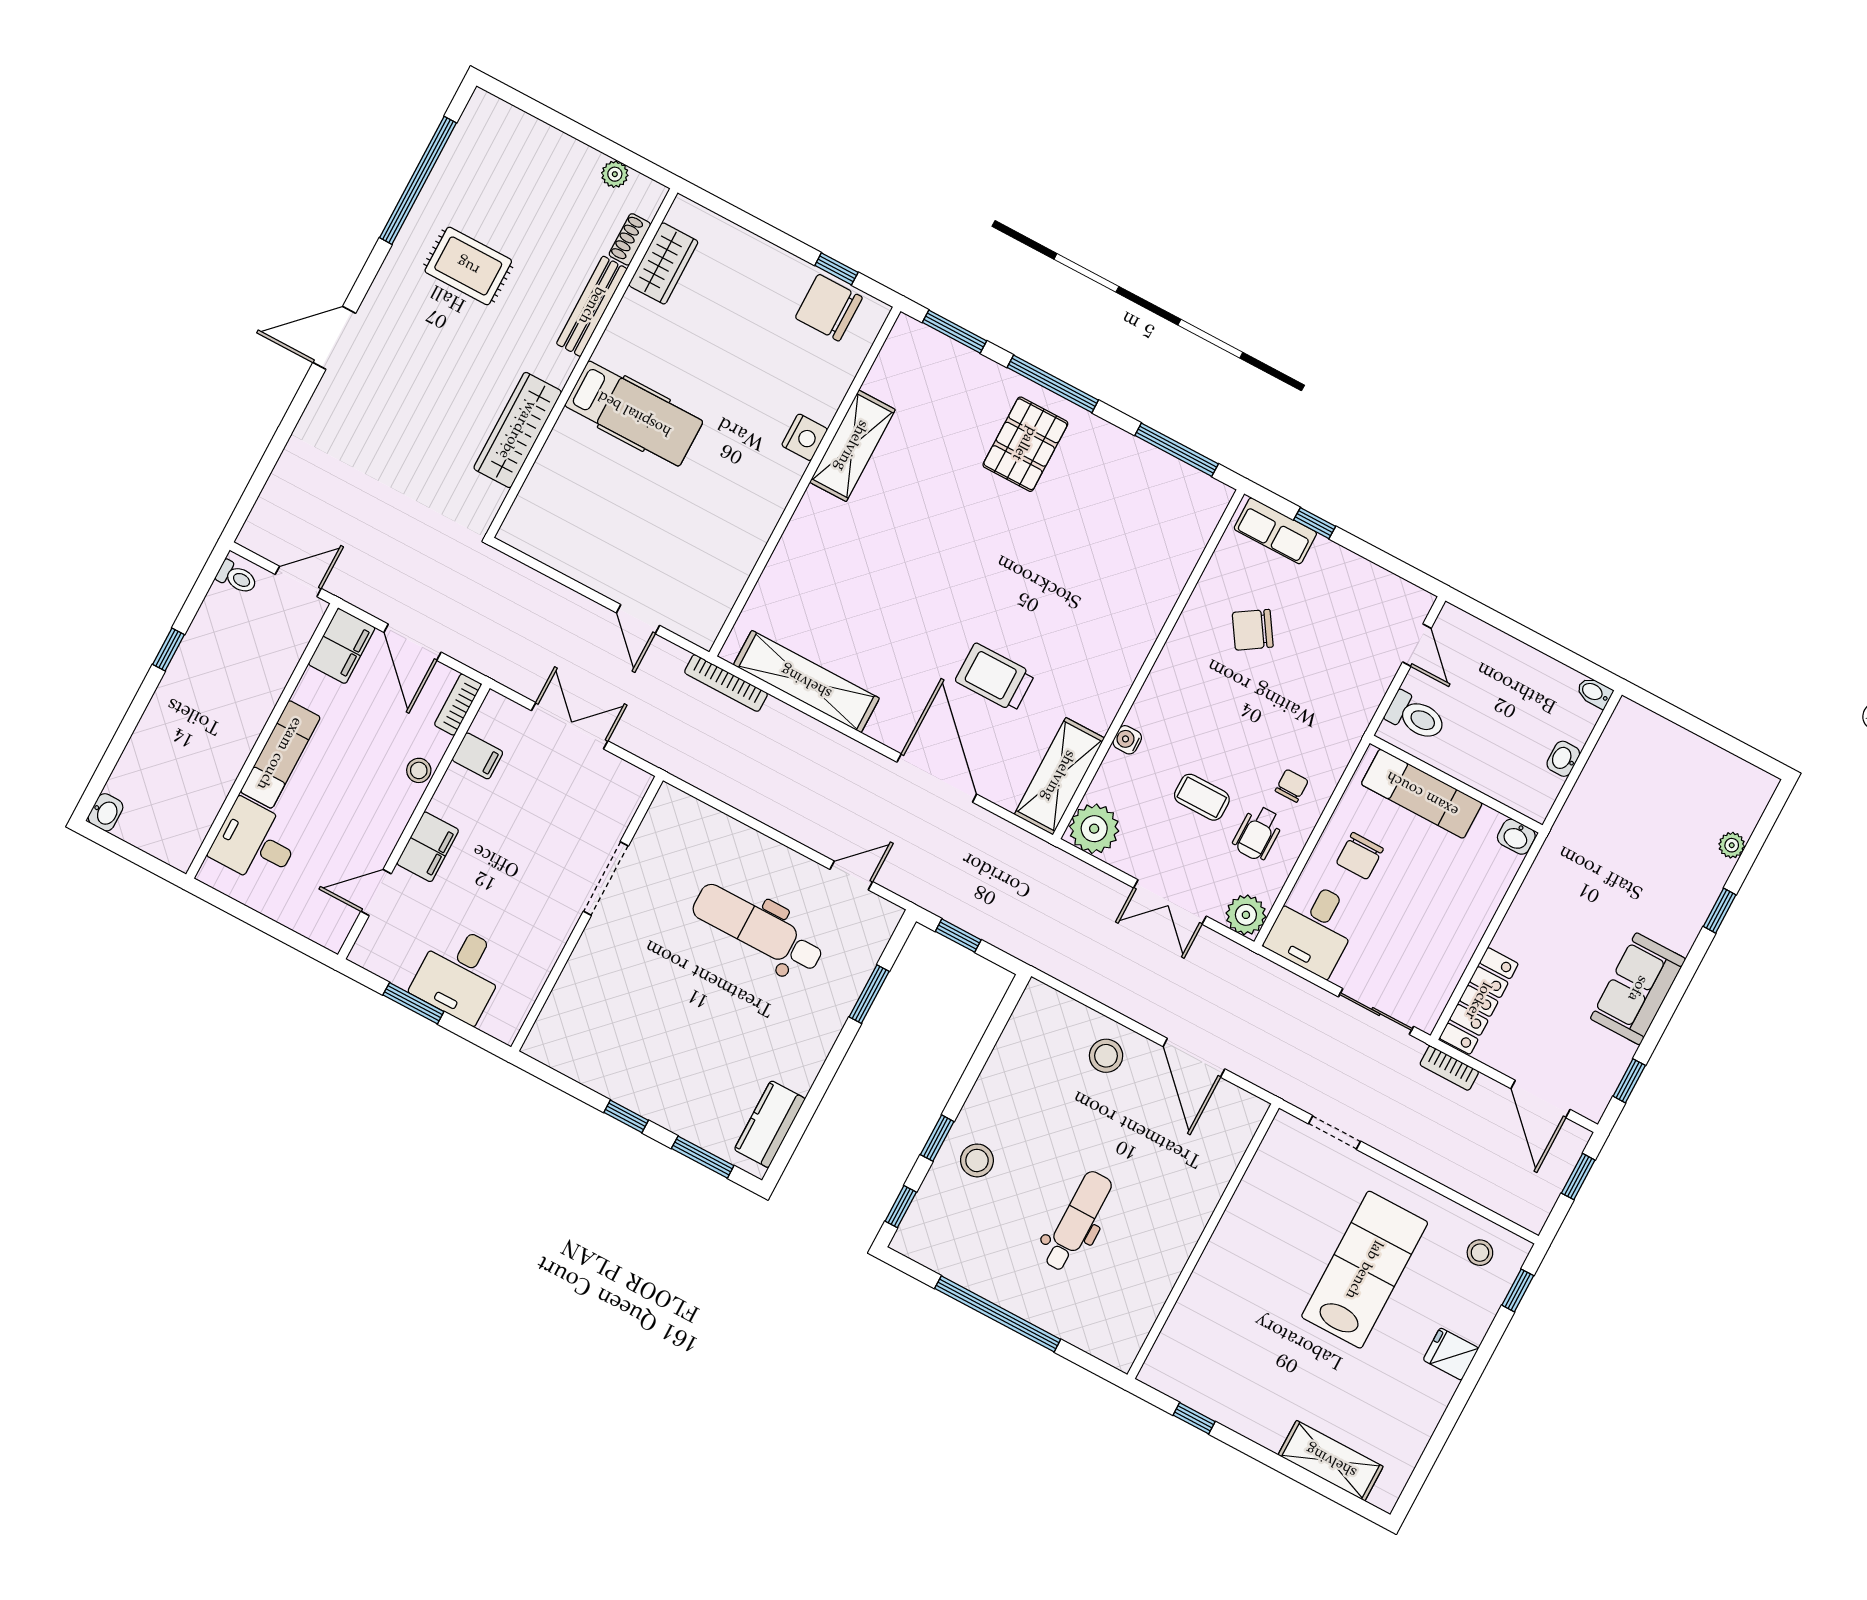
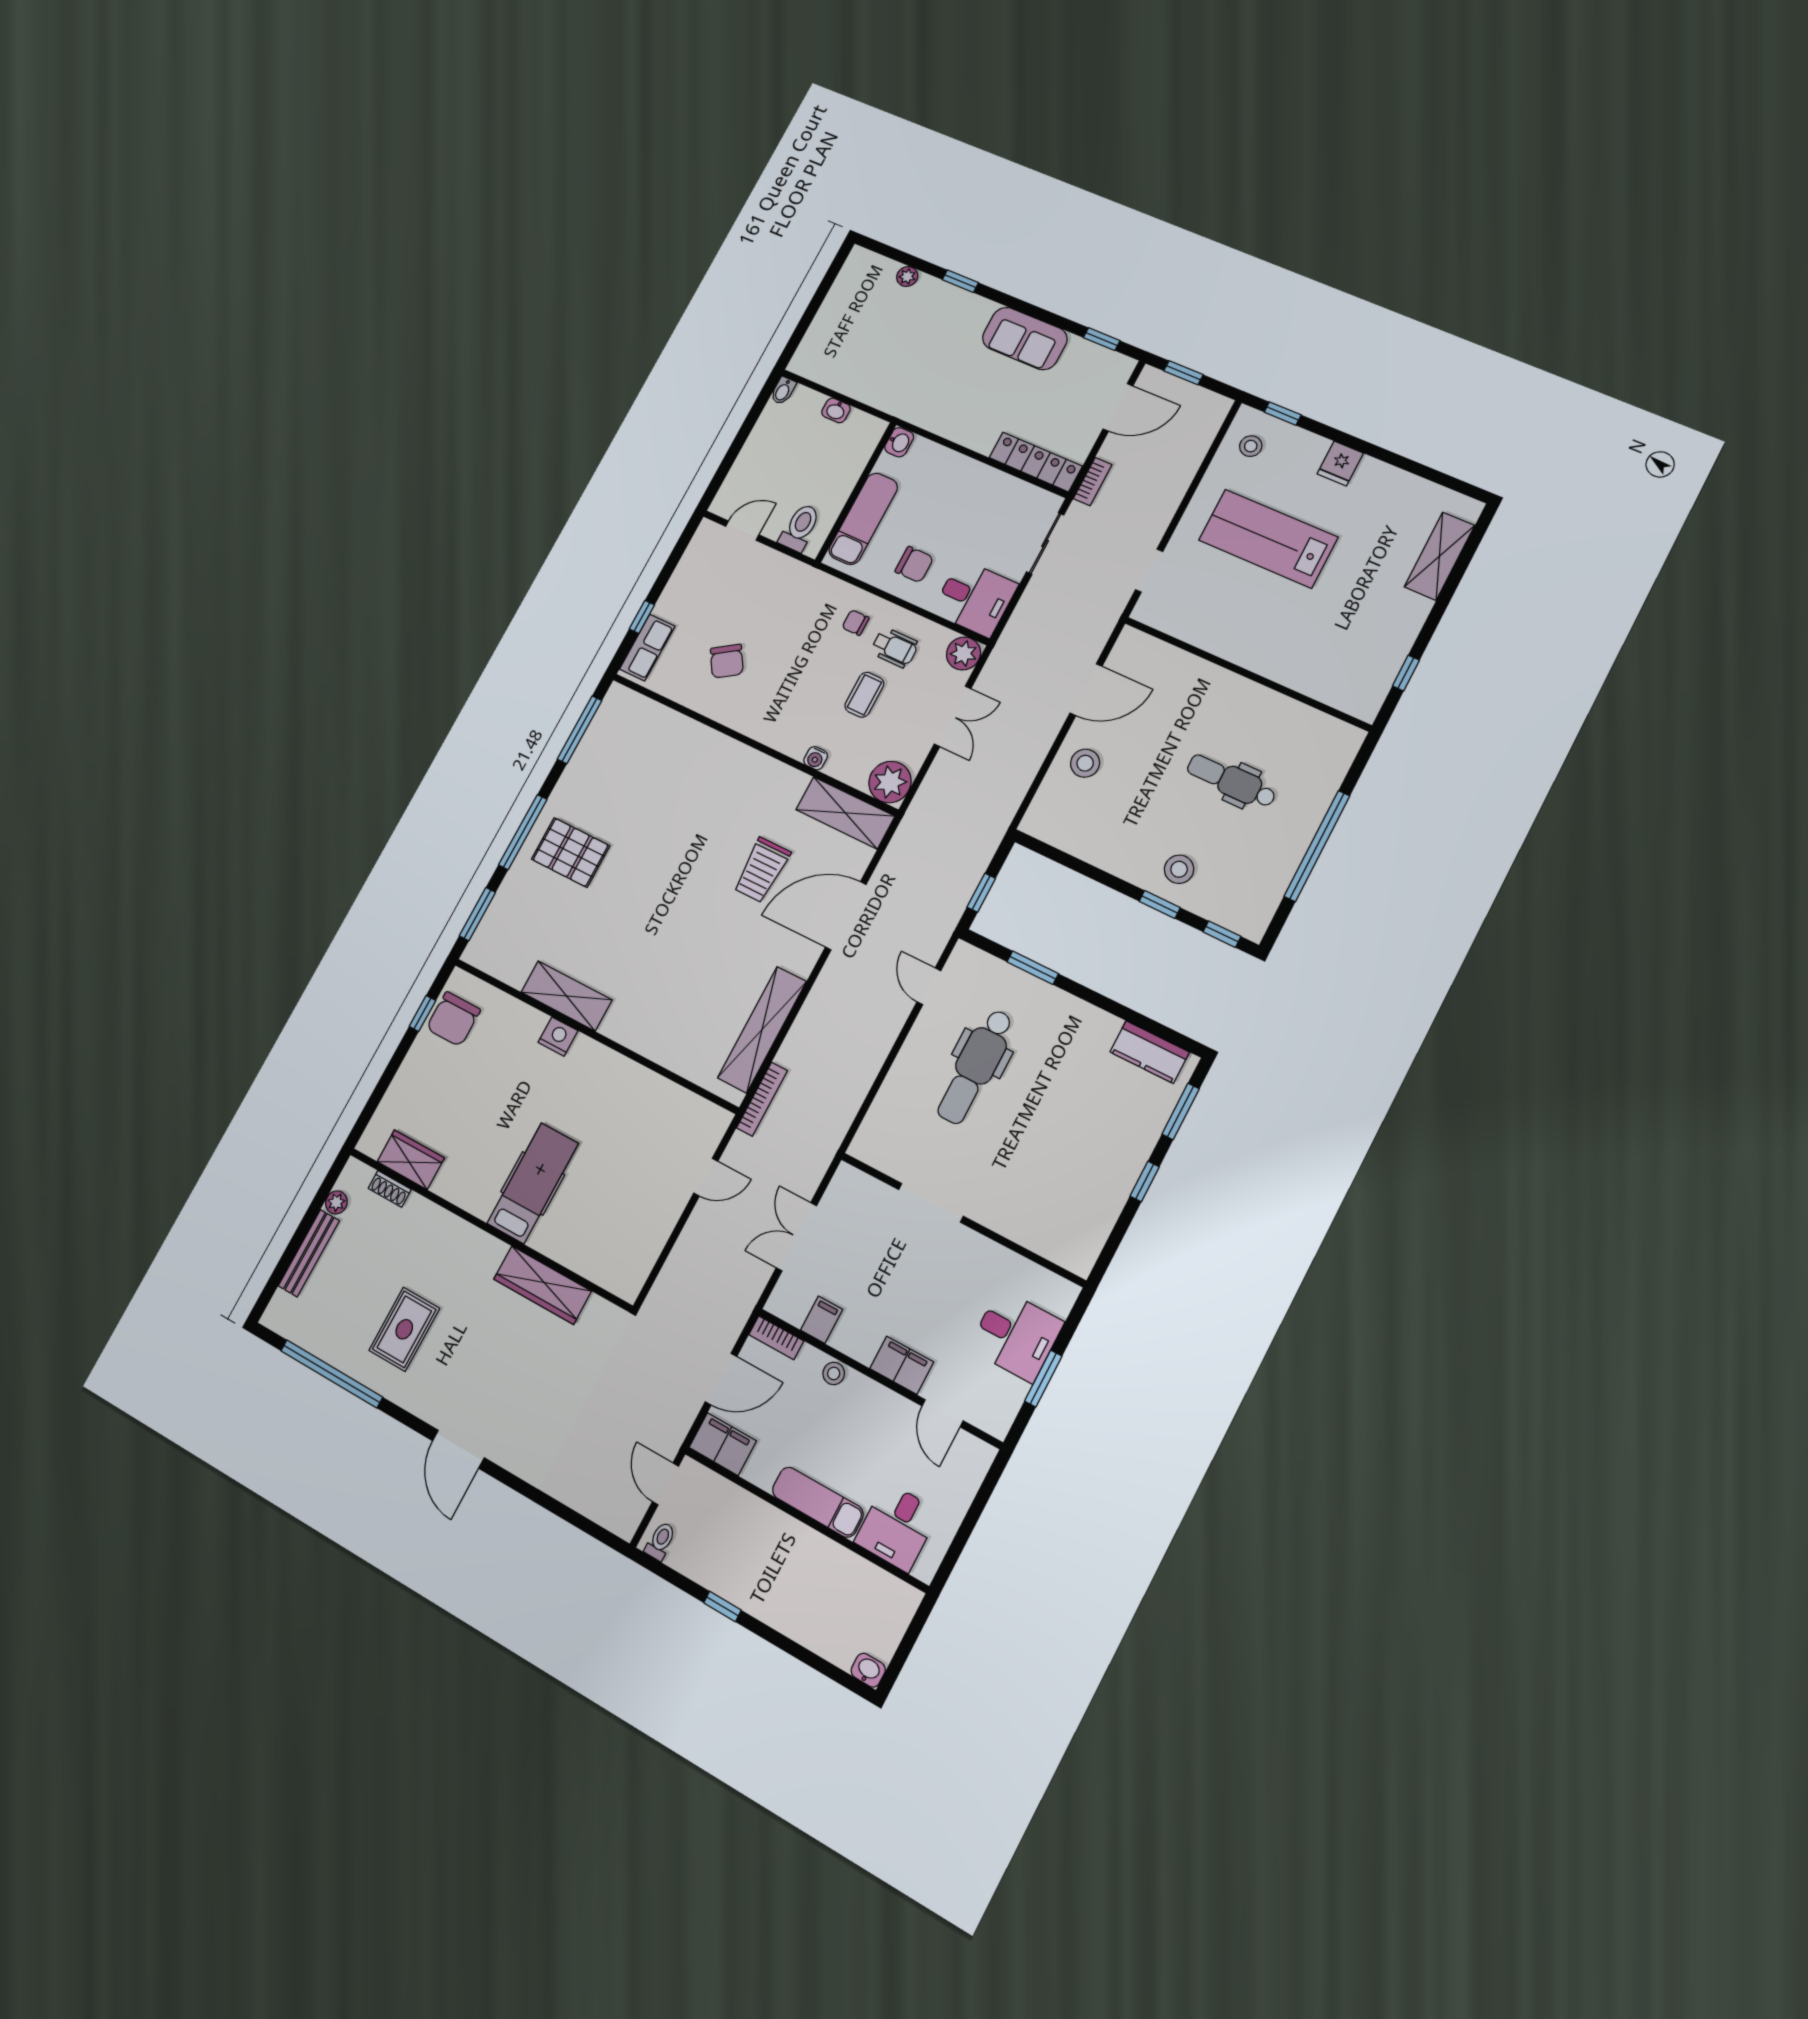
bench: (592, 306) -> (309, 1253), moved, turned 90

